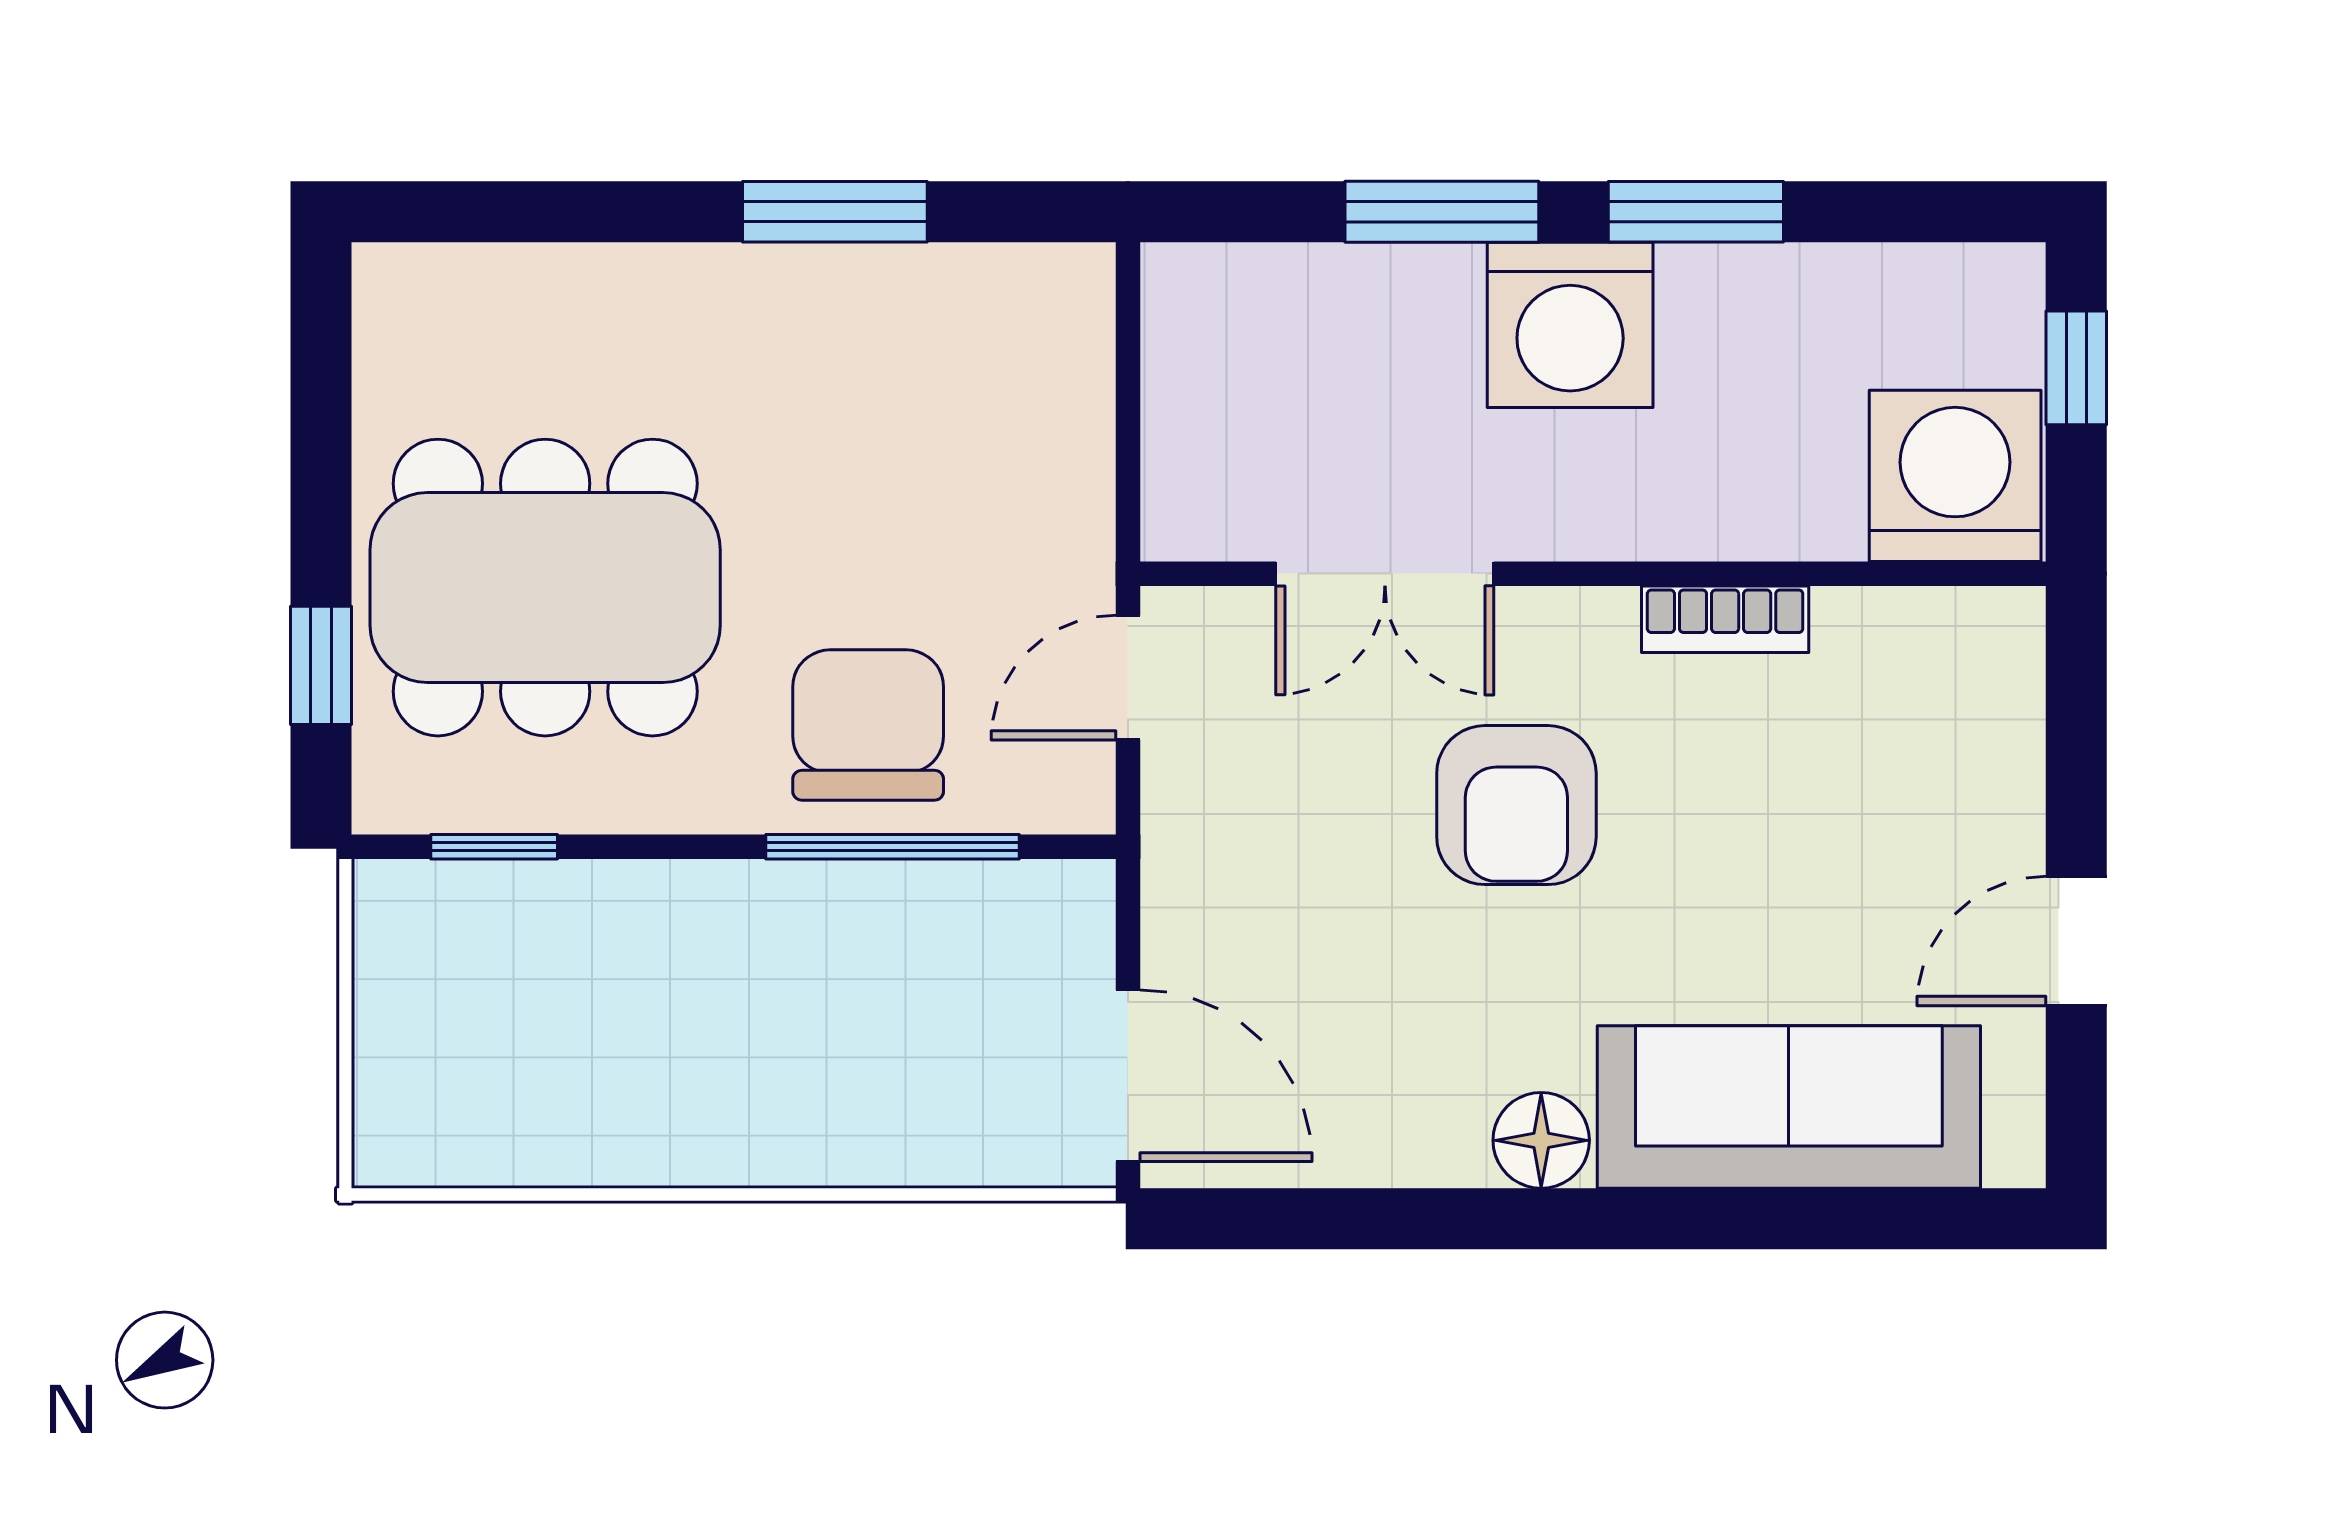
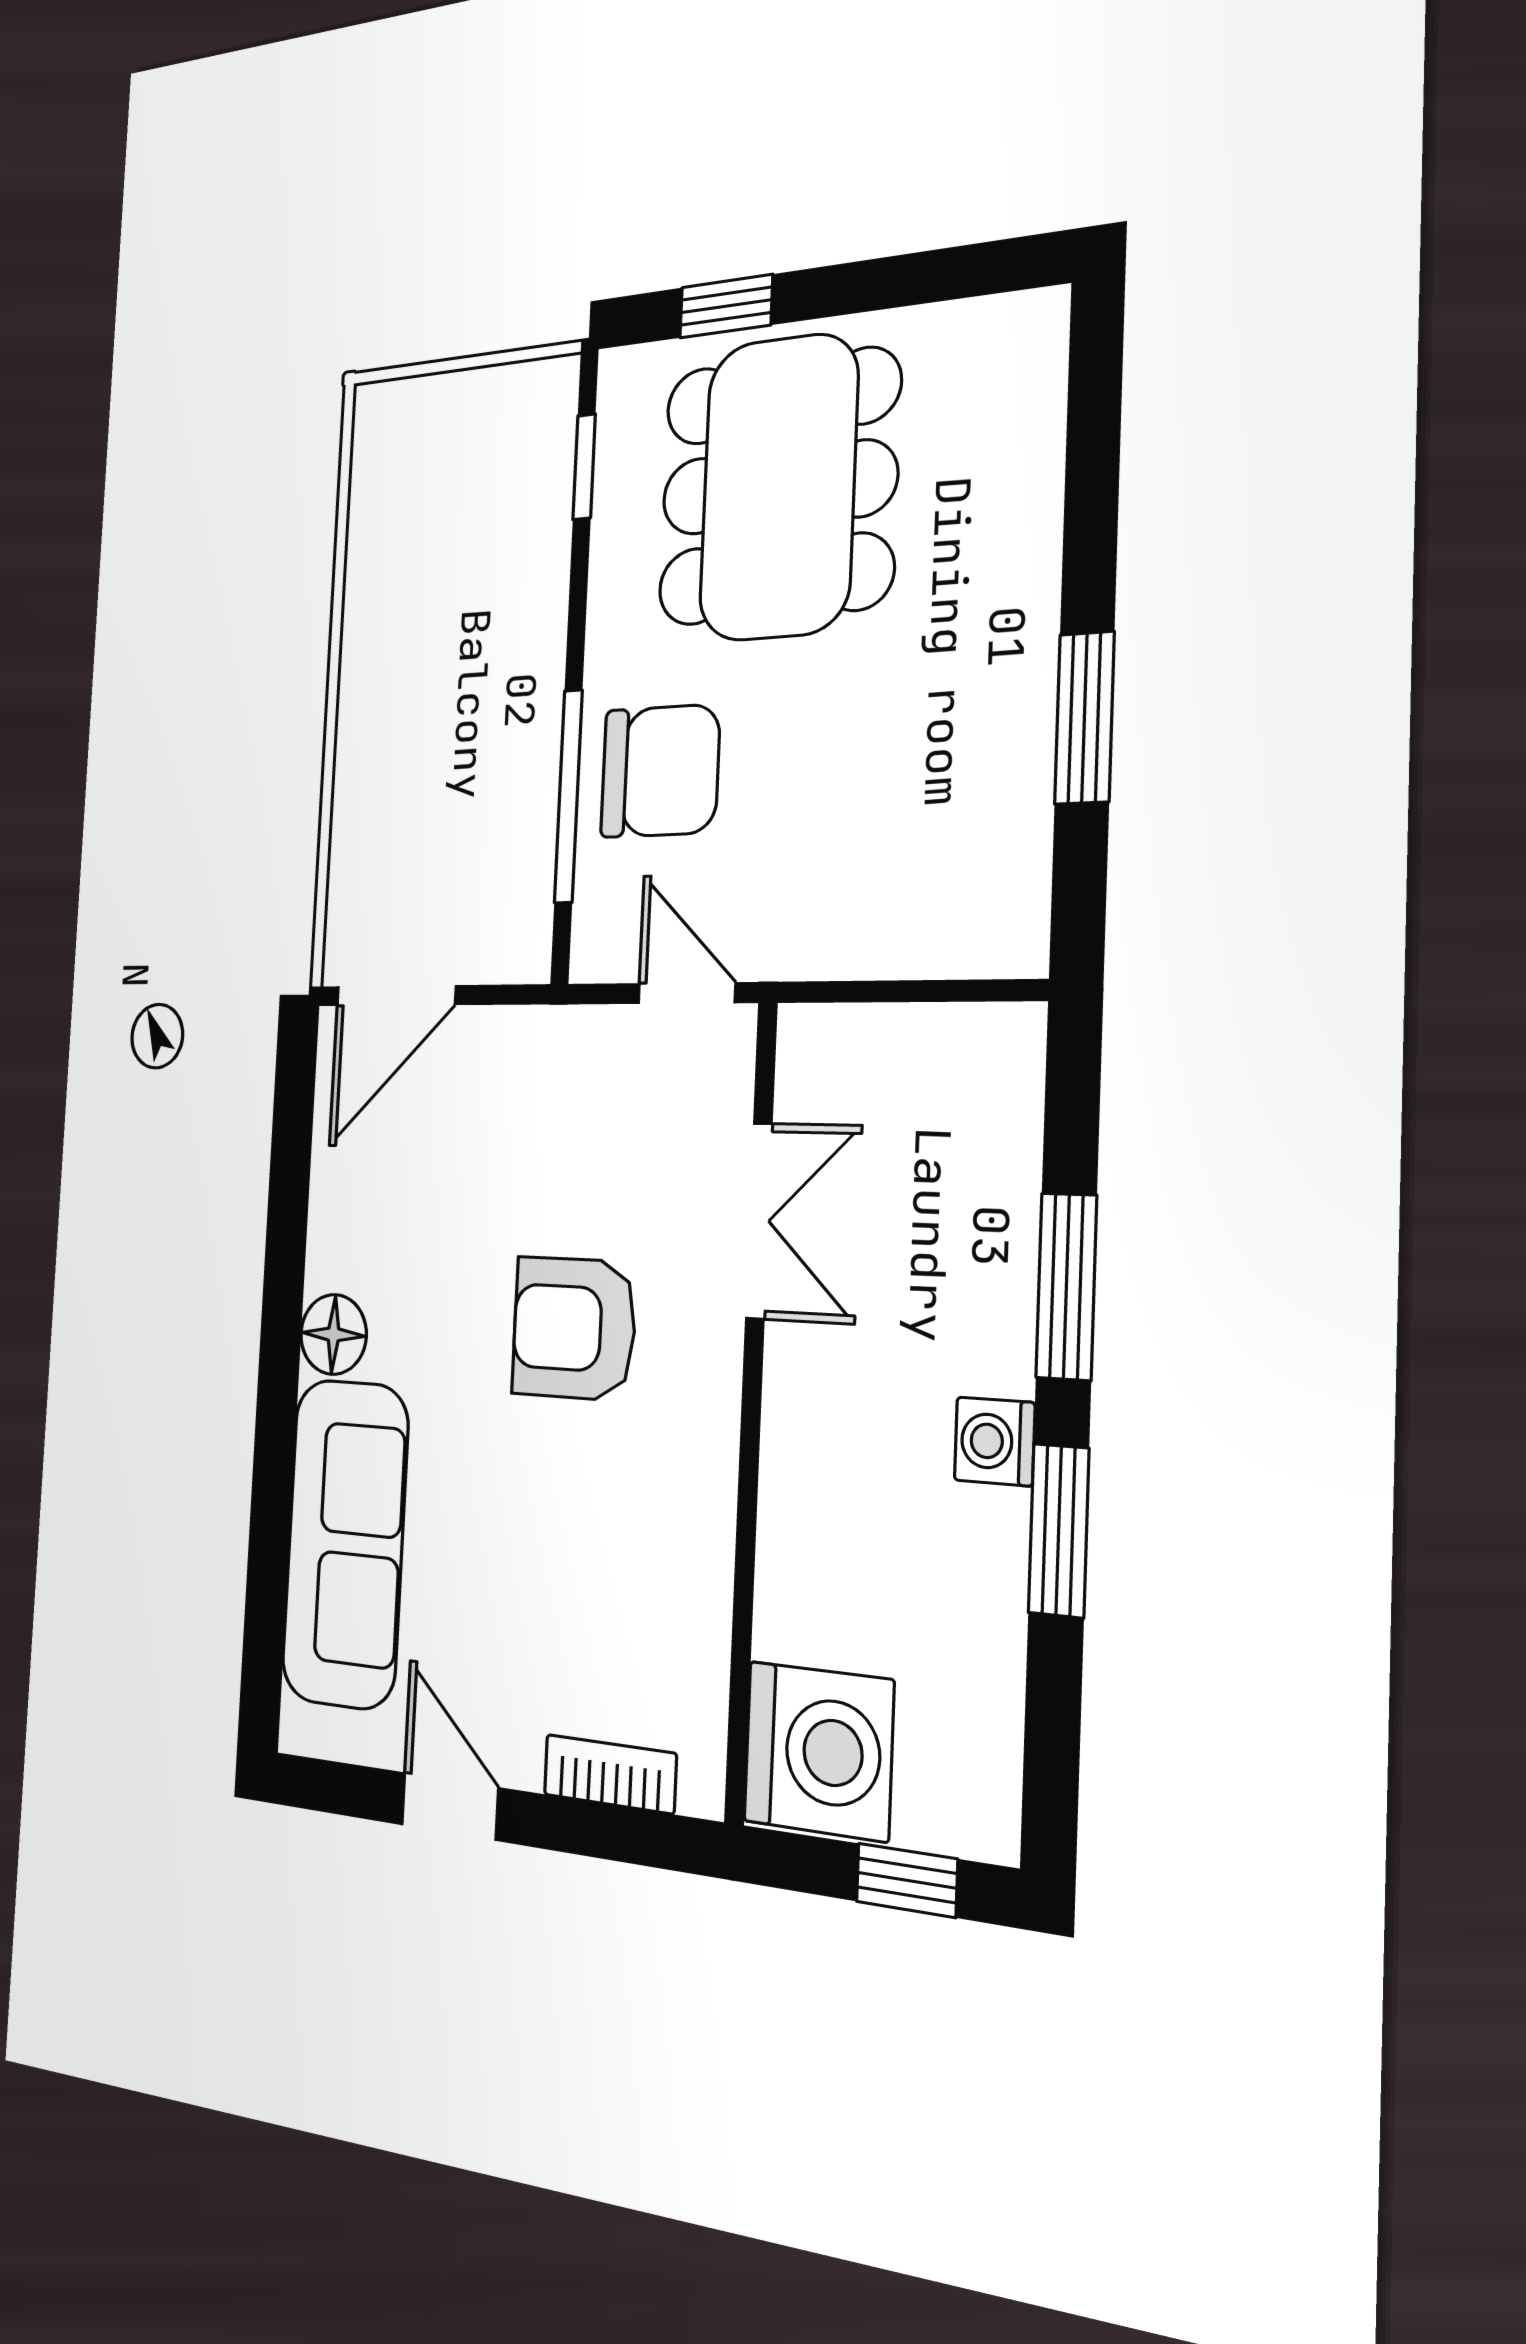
washing machine: (1570, 325) -> (995, 1441), width x0.53, depth x0.53
double door: (1385, 574) -> (759, 1221), swing flipped
bookcase: (1725, 619) -> (610, 1774), moved, turned 90

